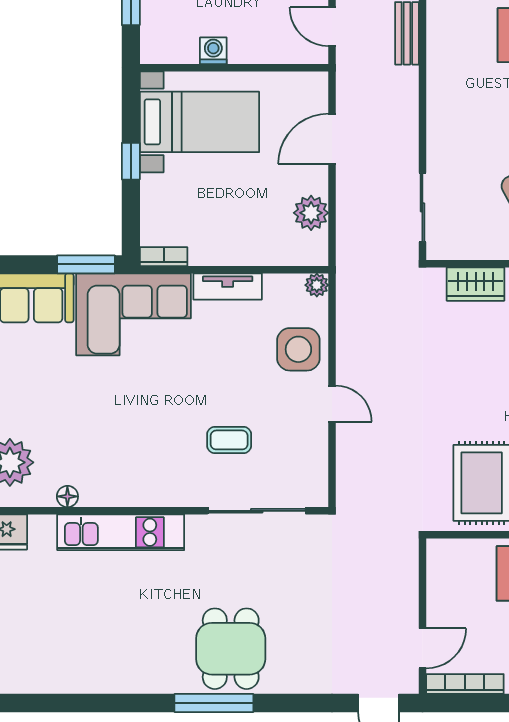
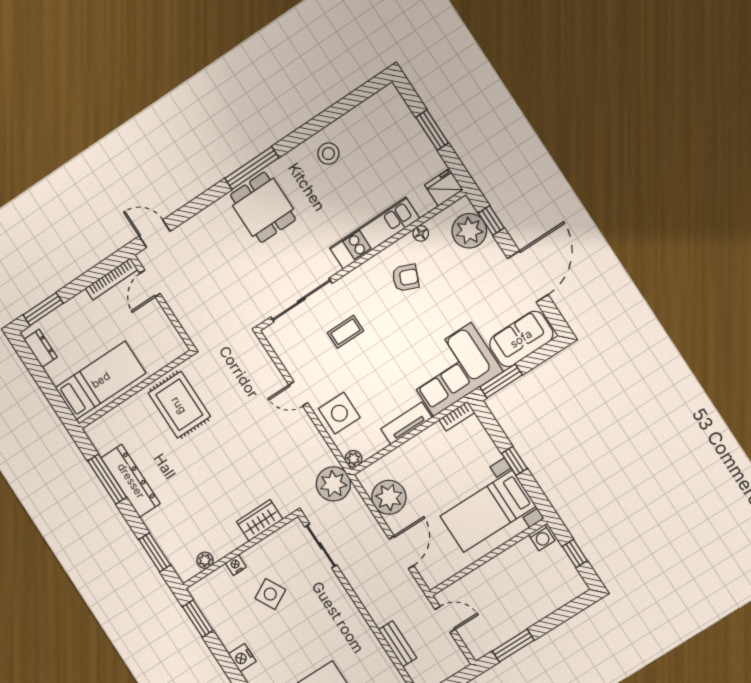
washing machine: (213, 51) -> (542, 538), moved
plant: (311, 213) -> (389, 497), width x1.36, depth x1.36
plant: (360, 271) -> (333, 484), added
armchair: (118, 457) -> (405, 278), added
stool: (114, 660) -> (328, 154), added

